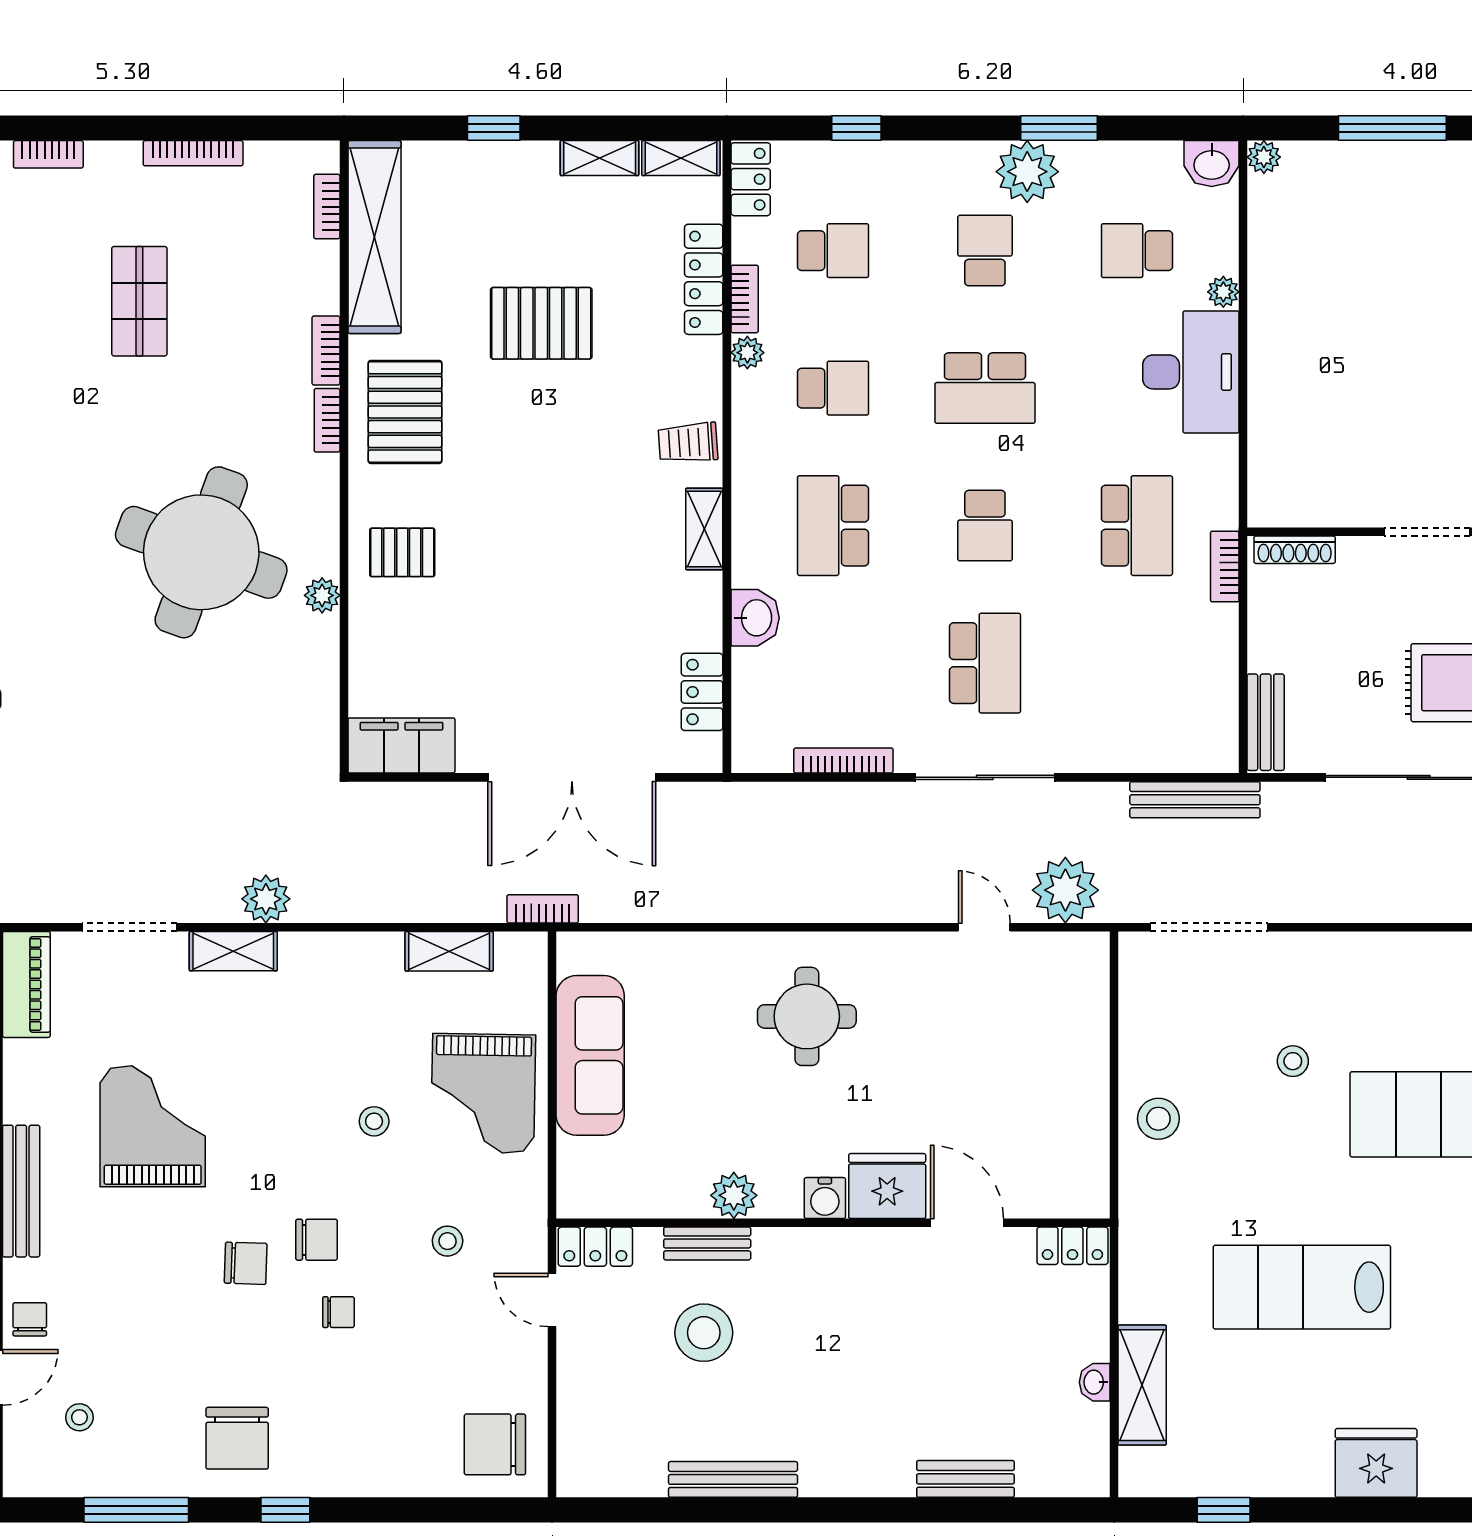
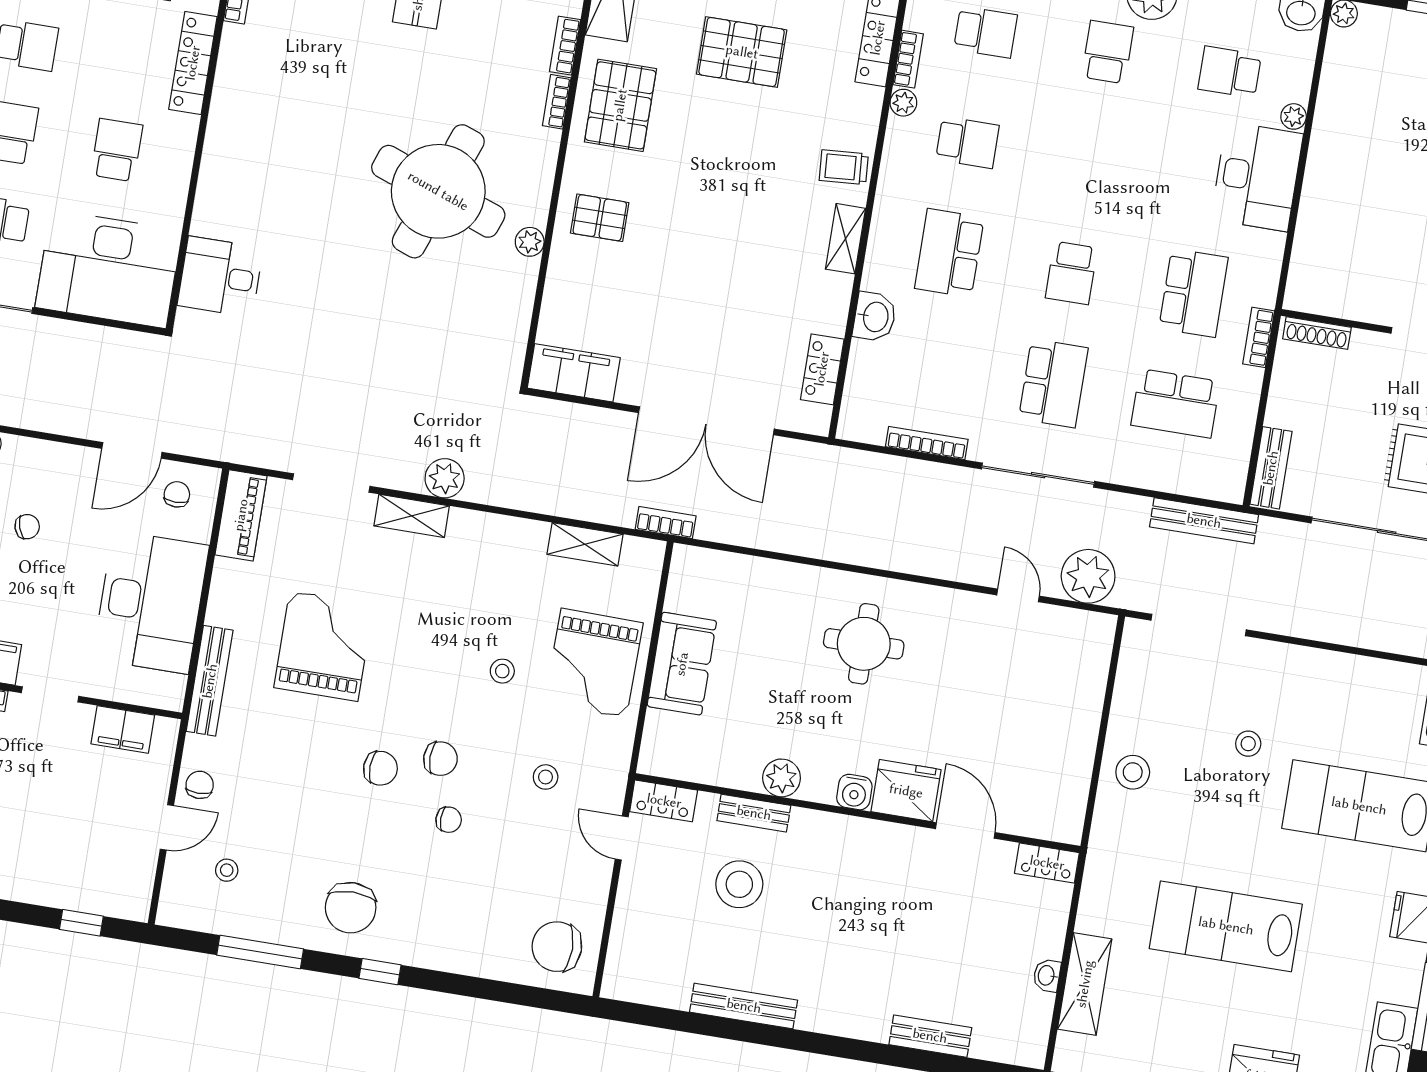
school desk: (985, 388) -> (1175, 403), moved
sofa: (590, 1055) -> (682, 664), width x0.73

